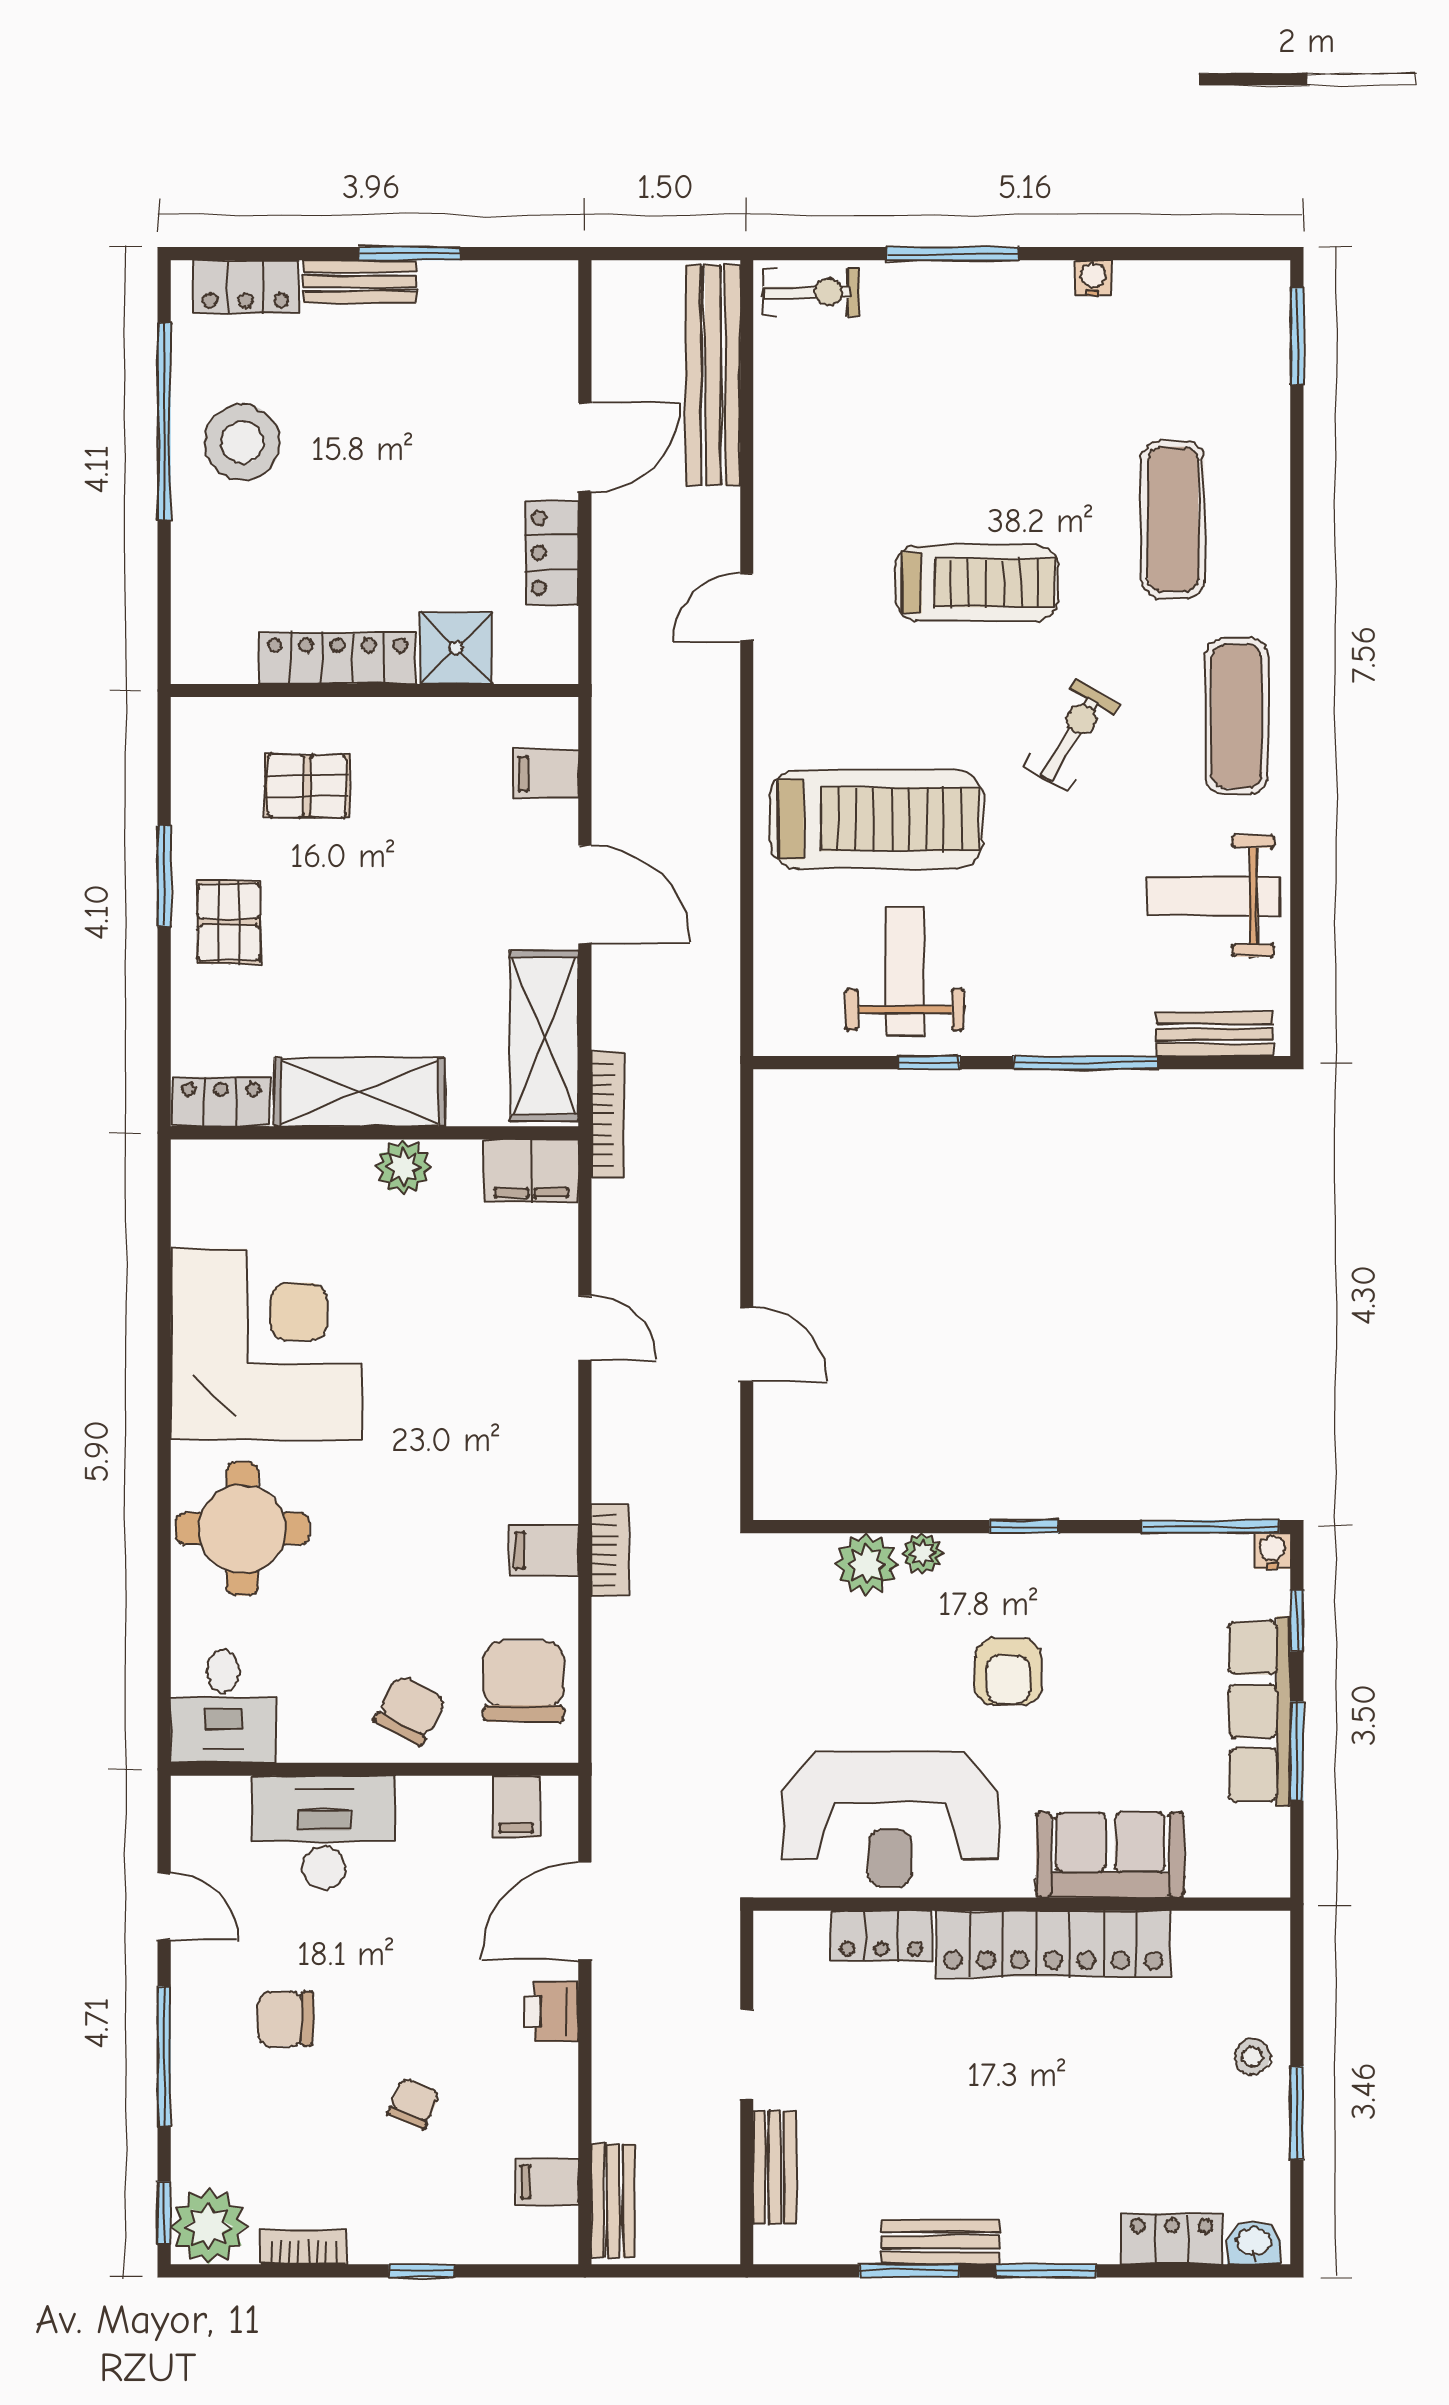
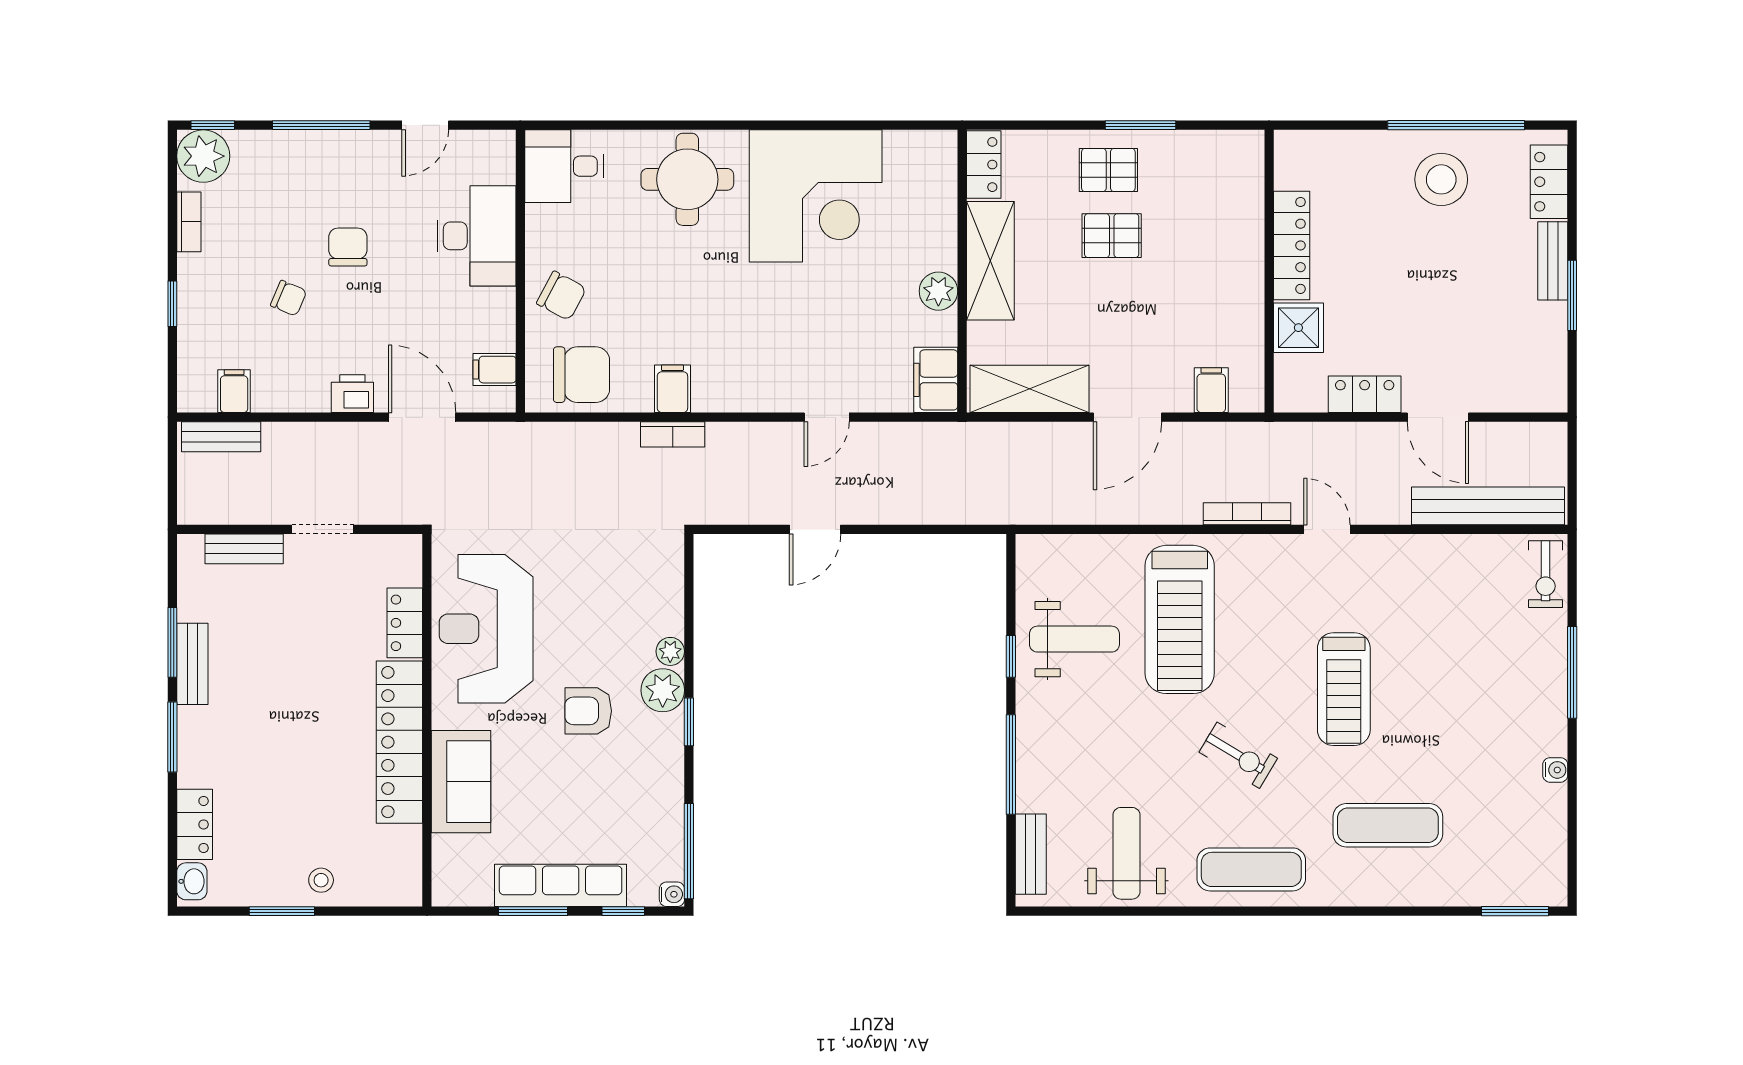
pallet: (307, 786) -> (1112, 236), moved, turned 90
bookcase: (607, 1114) -> (1247, 514), moved, turned 180
plant: (867, 1564) -> (663, 690), moved
chair: (285, 2019) -> (348, 247), moved

